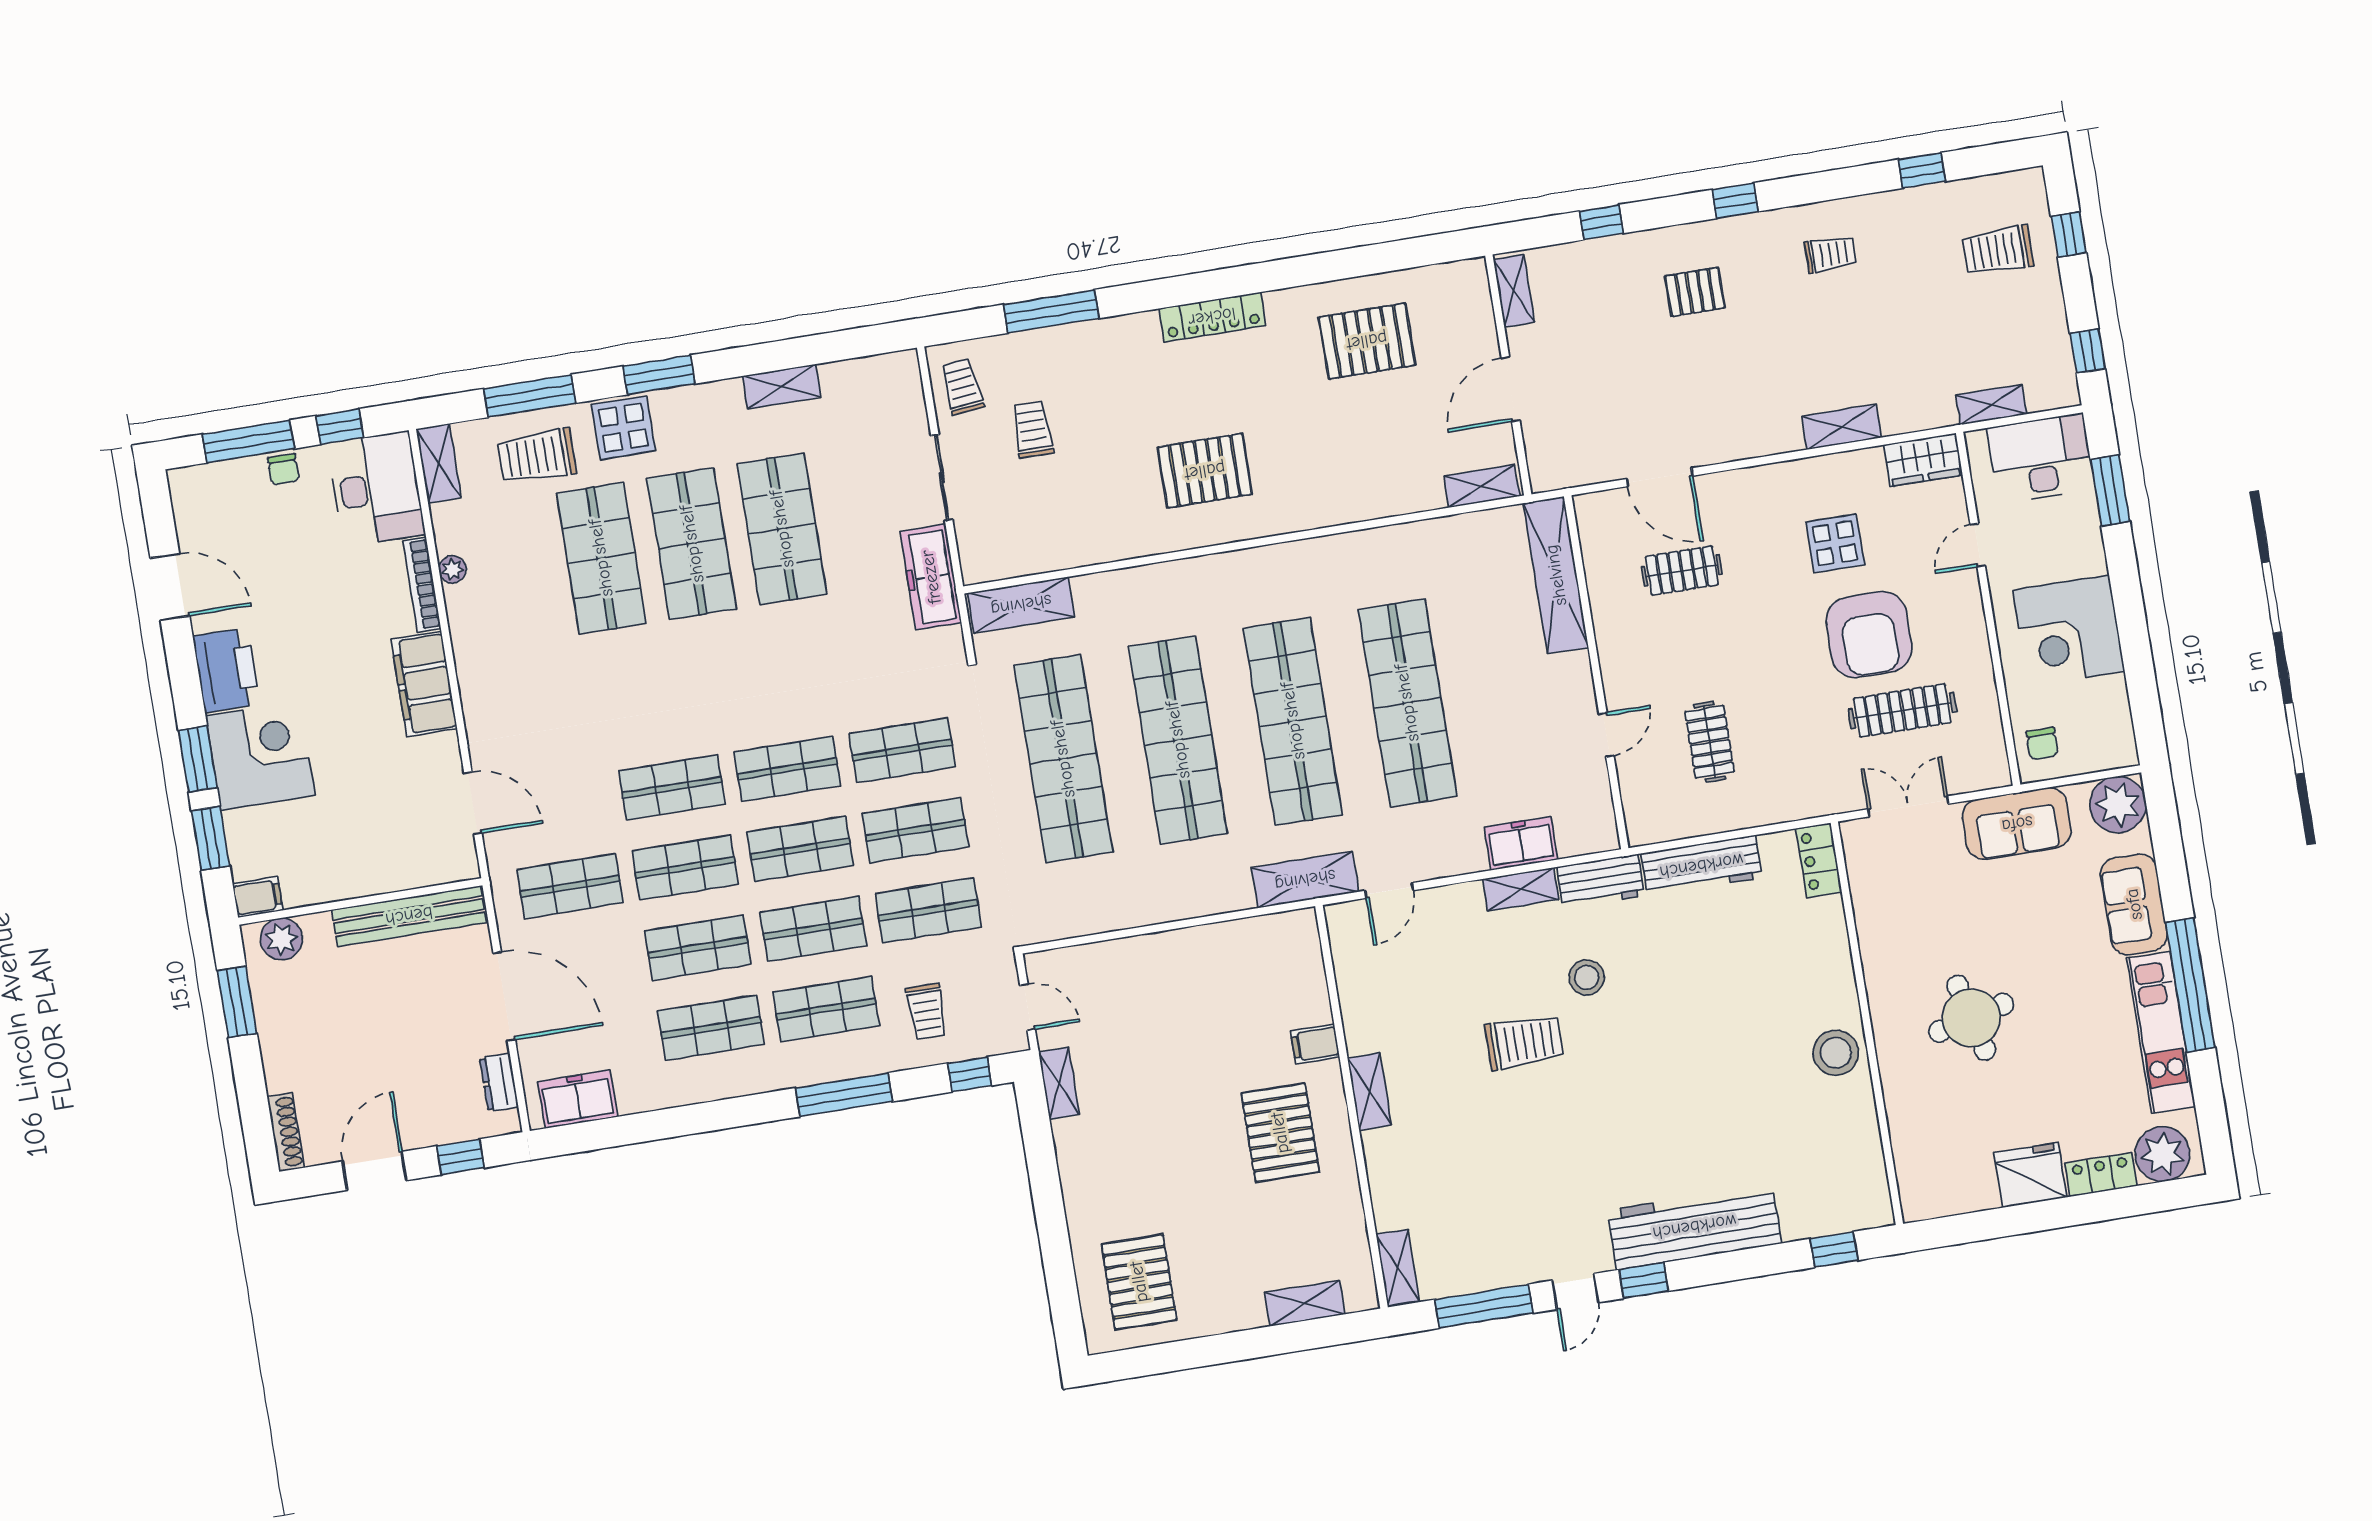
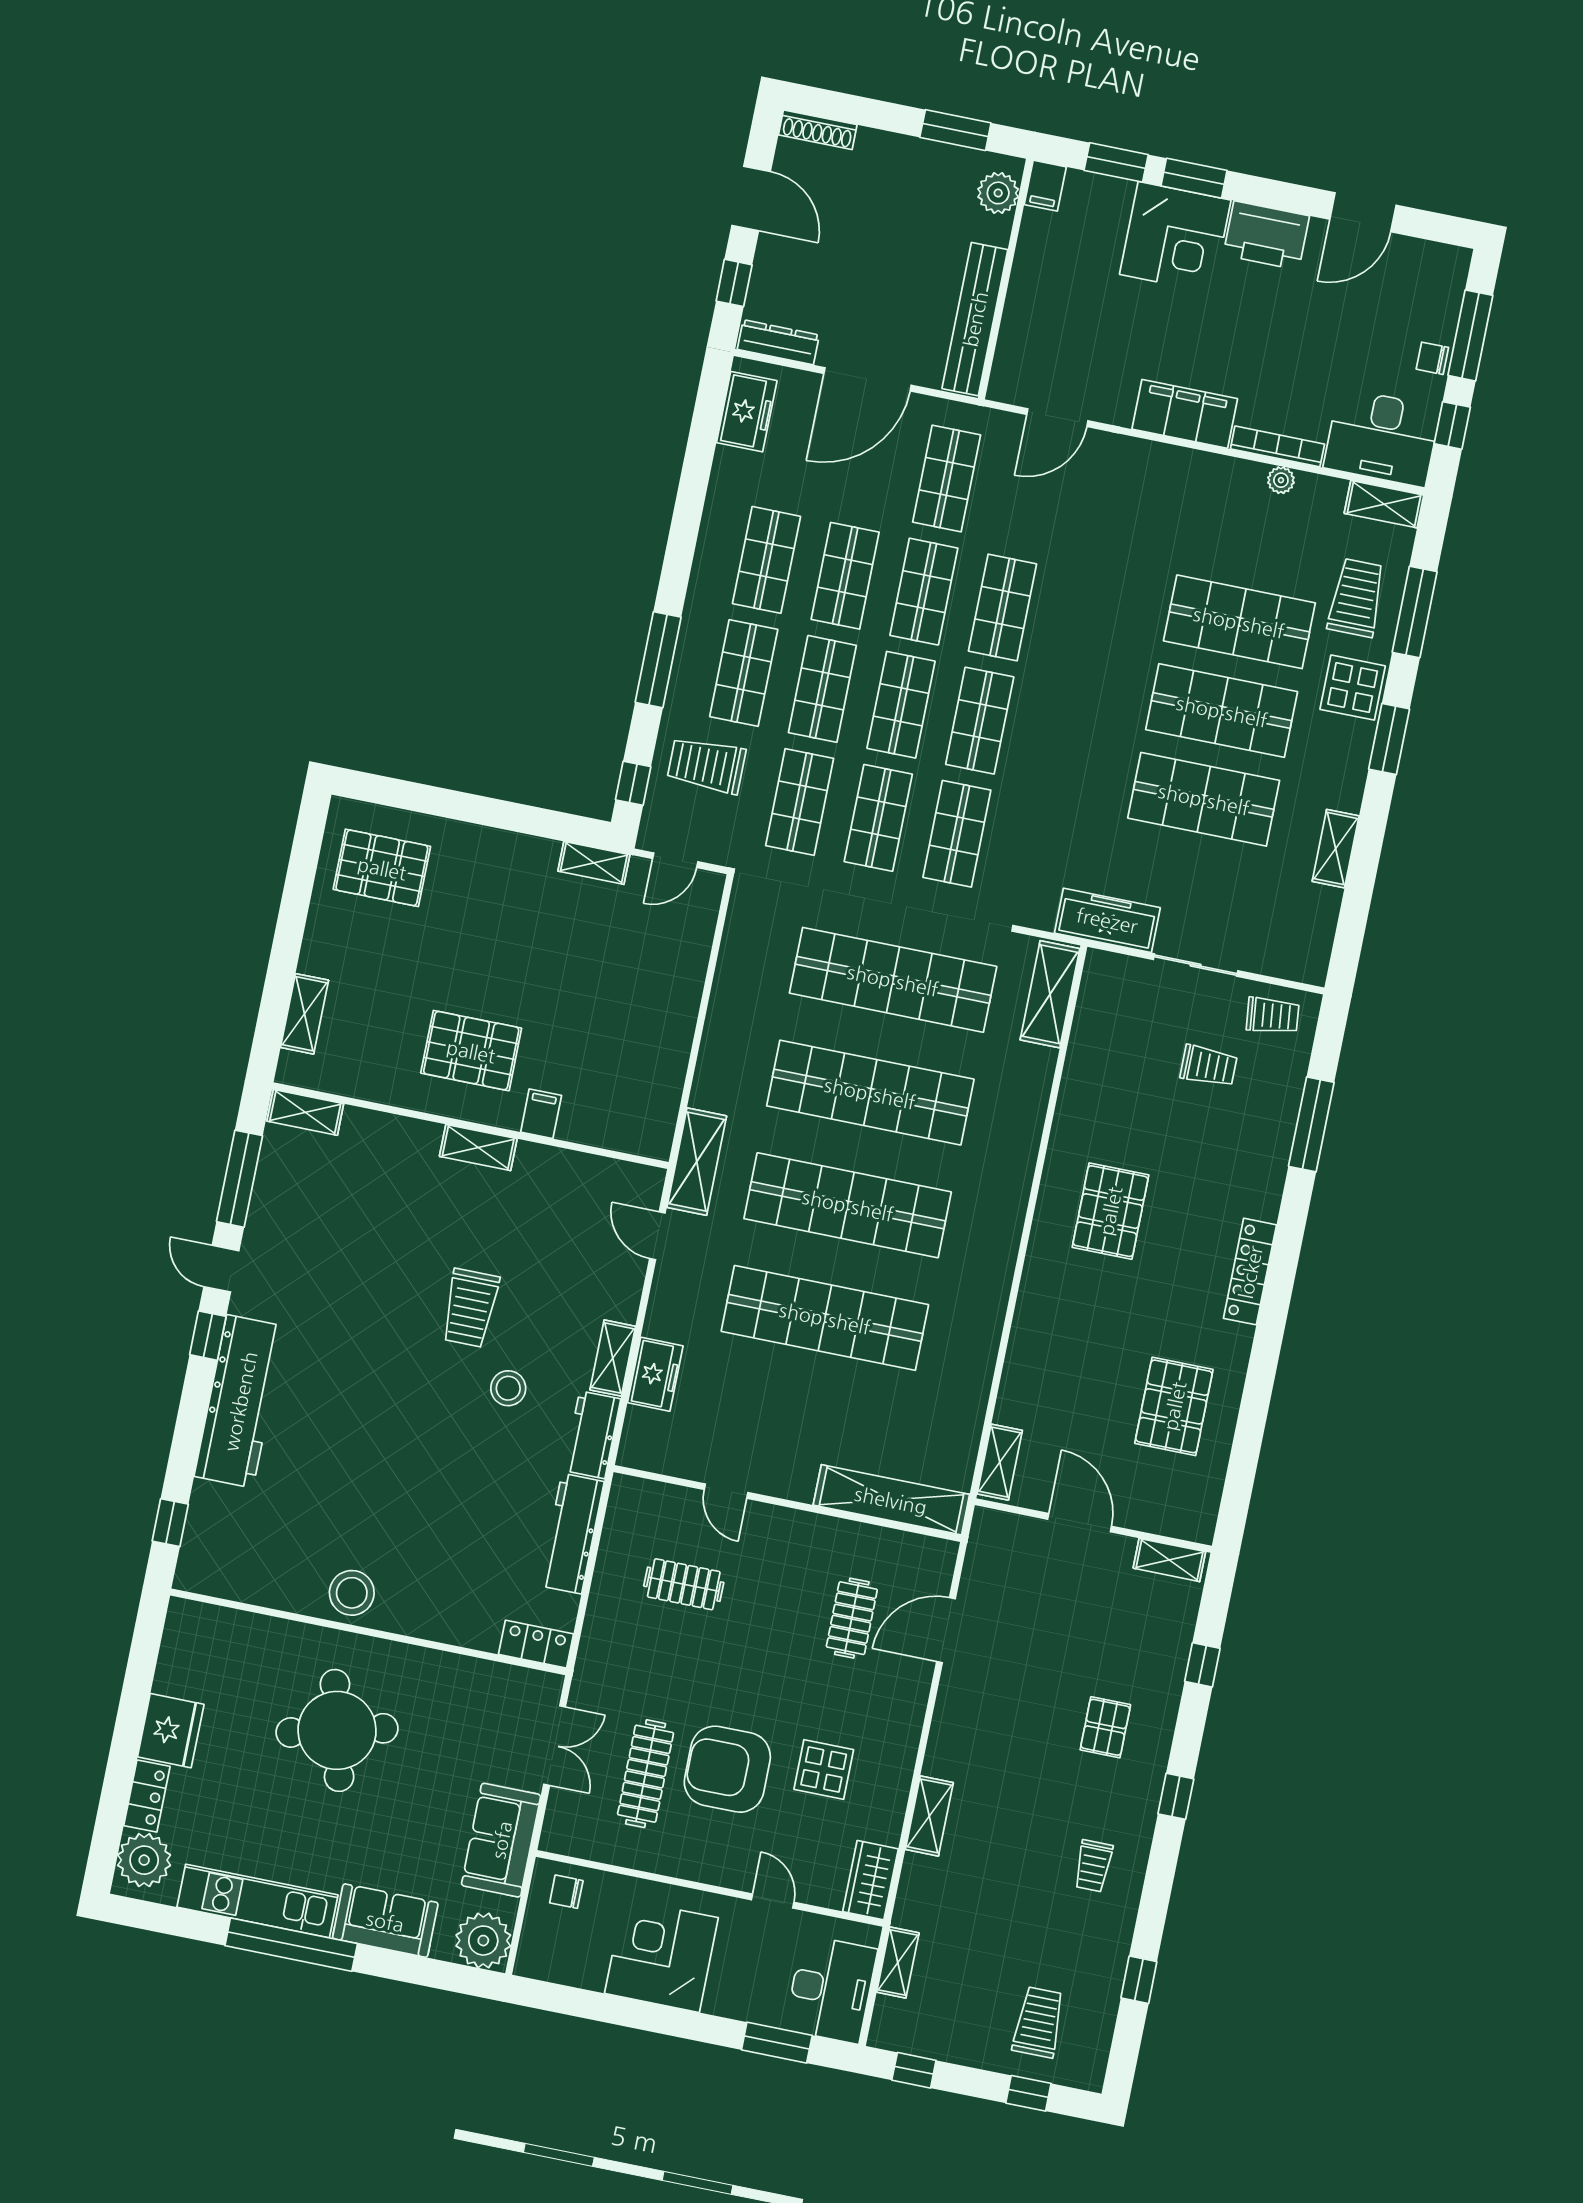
trolley: (927, 1012) -> (706, 765), width x1.36, depth x1.39
round table: (1971, 1018) -> (337, 1730), width x1.36, depth x1.36
dresser: (499, 1082) -> (778, 342), width x1.44

